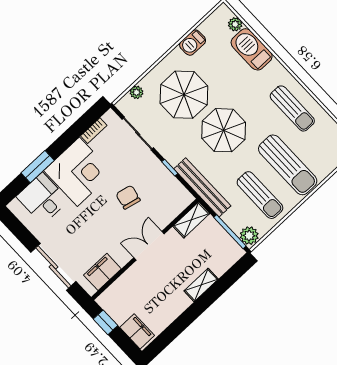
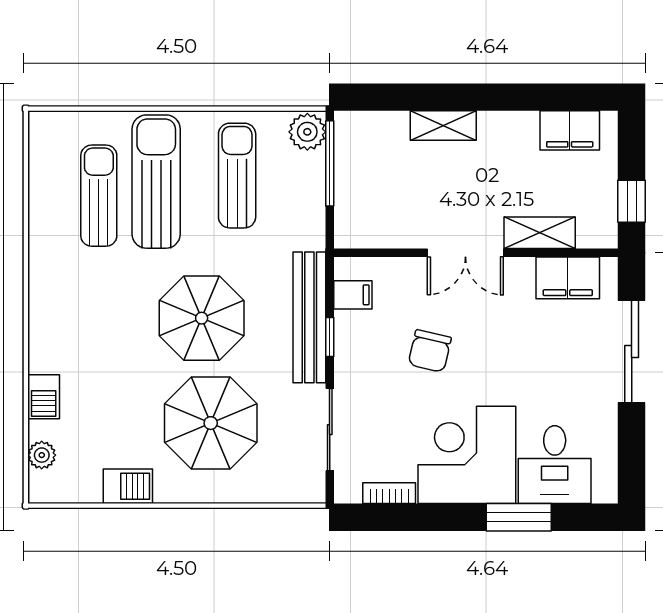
barbecue: (252, 49) -> (44, 397), width x0.53, depth x0.65
plant: (136, 92) -> (276, 491), removed
sun lounger: (292, 108) -> (99, 196), moved
bench: (202, 187) -> (309, 317), moved
filing cabinet: (176, 191) -> (353, 295), added
shelving: (191, 220) -> (540, 233), moved
filing cabinet: (137, 331) -> (570, 130), moved, turned -90

